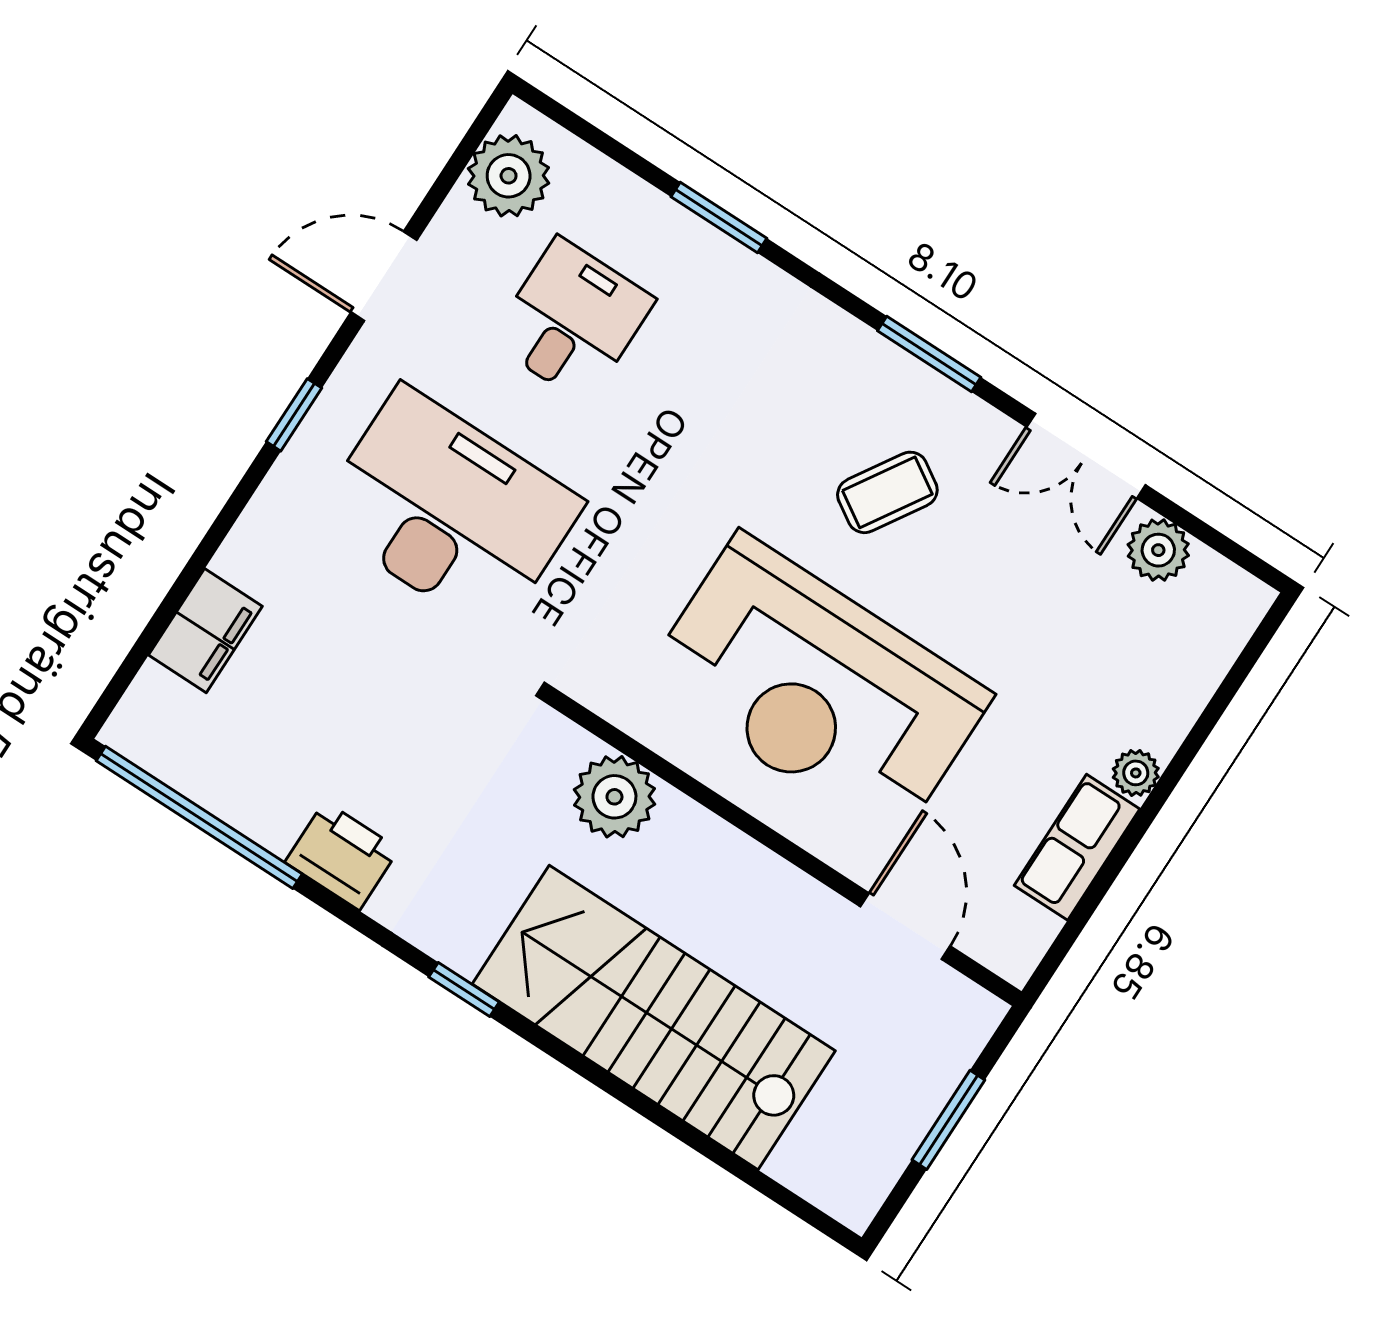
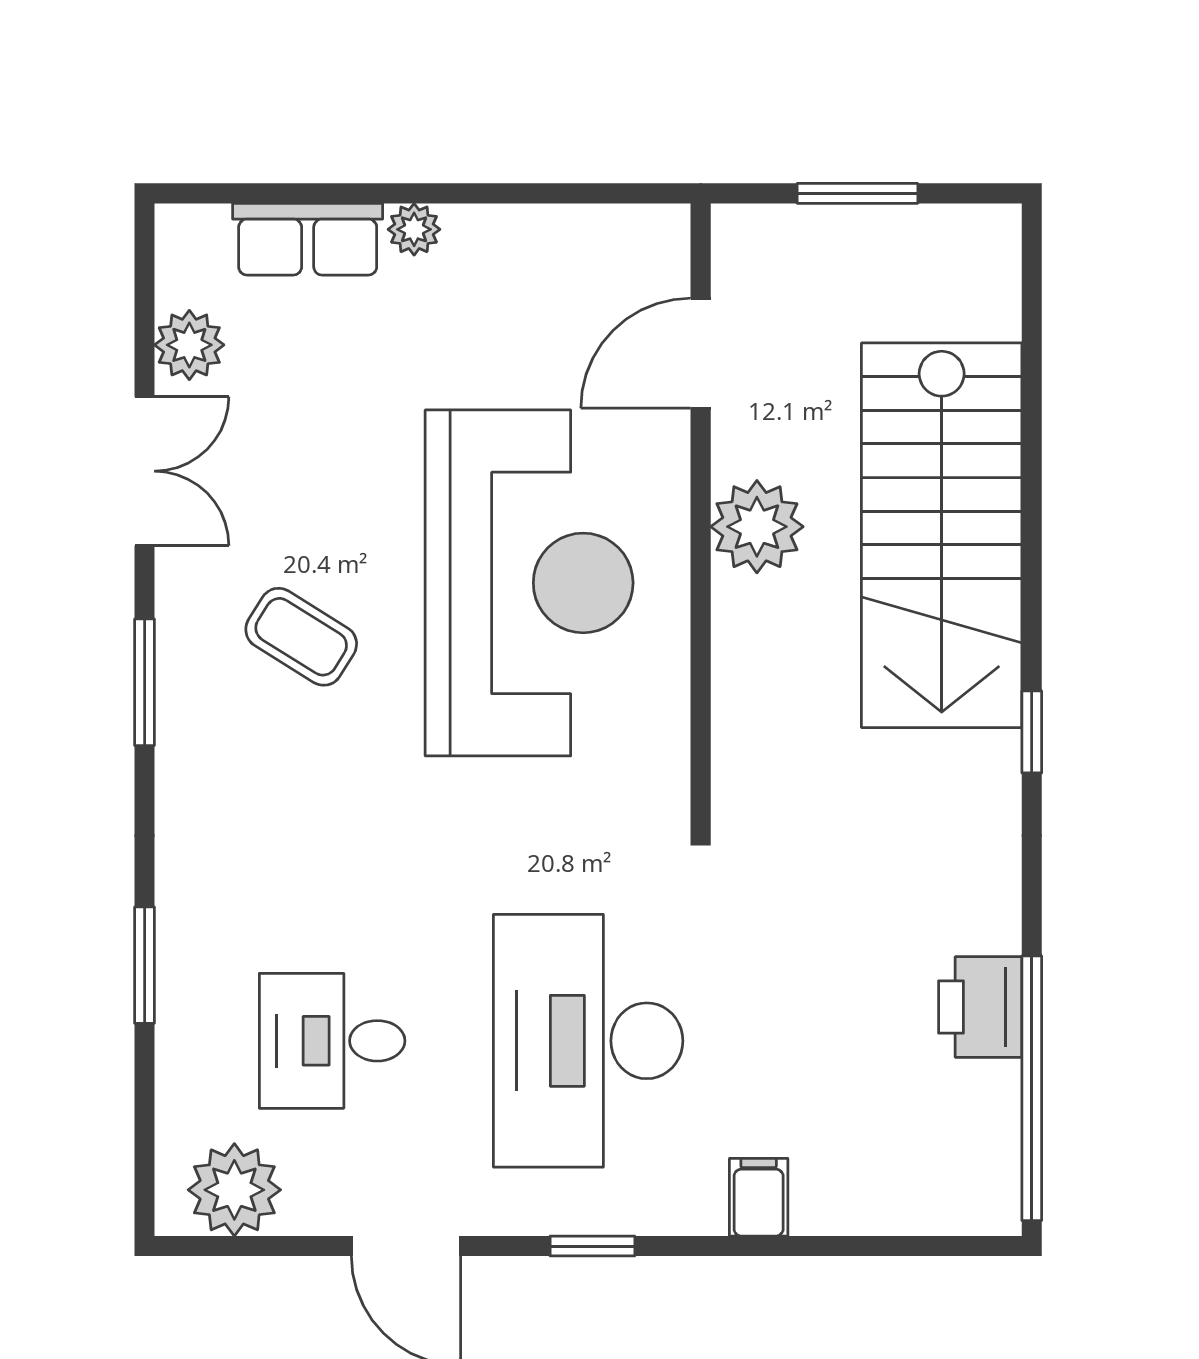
filing cabinet: (205, 631) -> (759, 1197), moved, width x0.50
plant: (614, 797) -> (757, 527), moved
row of seats: (1077, 847) -> (308, 239), moved
printer: (342, 856) -> (980, 1007), moved

